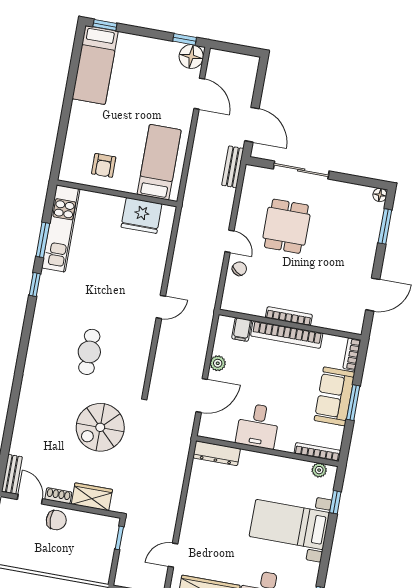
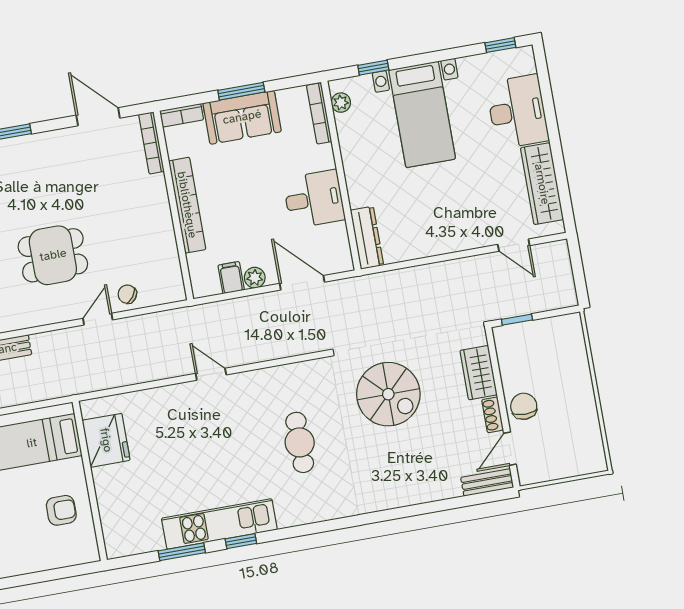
kitchen unit: (61, 228) -> (219, 524), moved
bookcase: (289, 316) -> (151, 143), moved
filing cabinet: (242, 329) -> (231, 278), moved, turned -90
cafe table: (89, 352) -> (300, 442), turned 90

